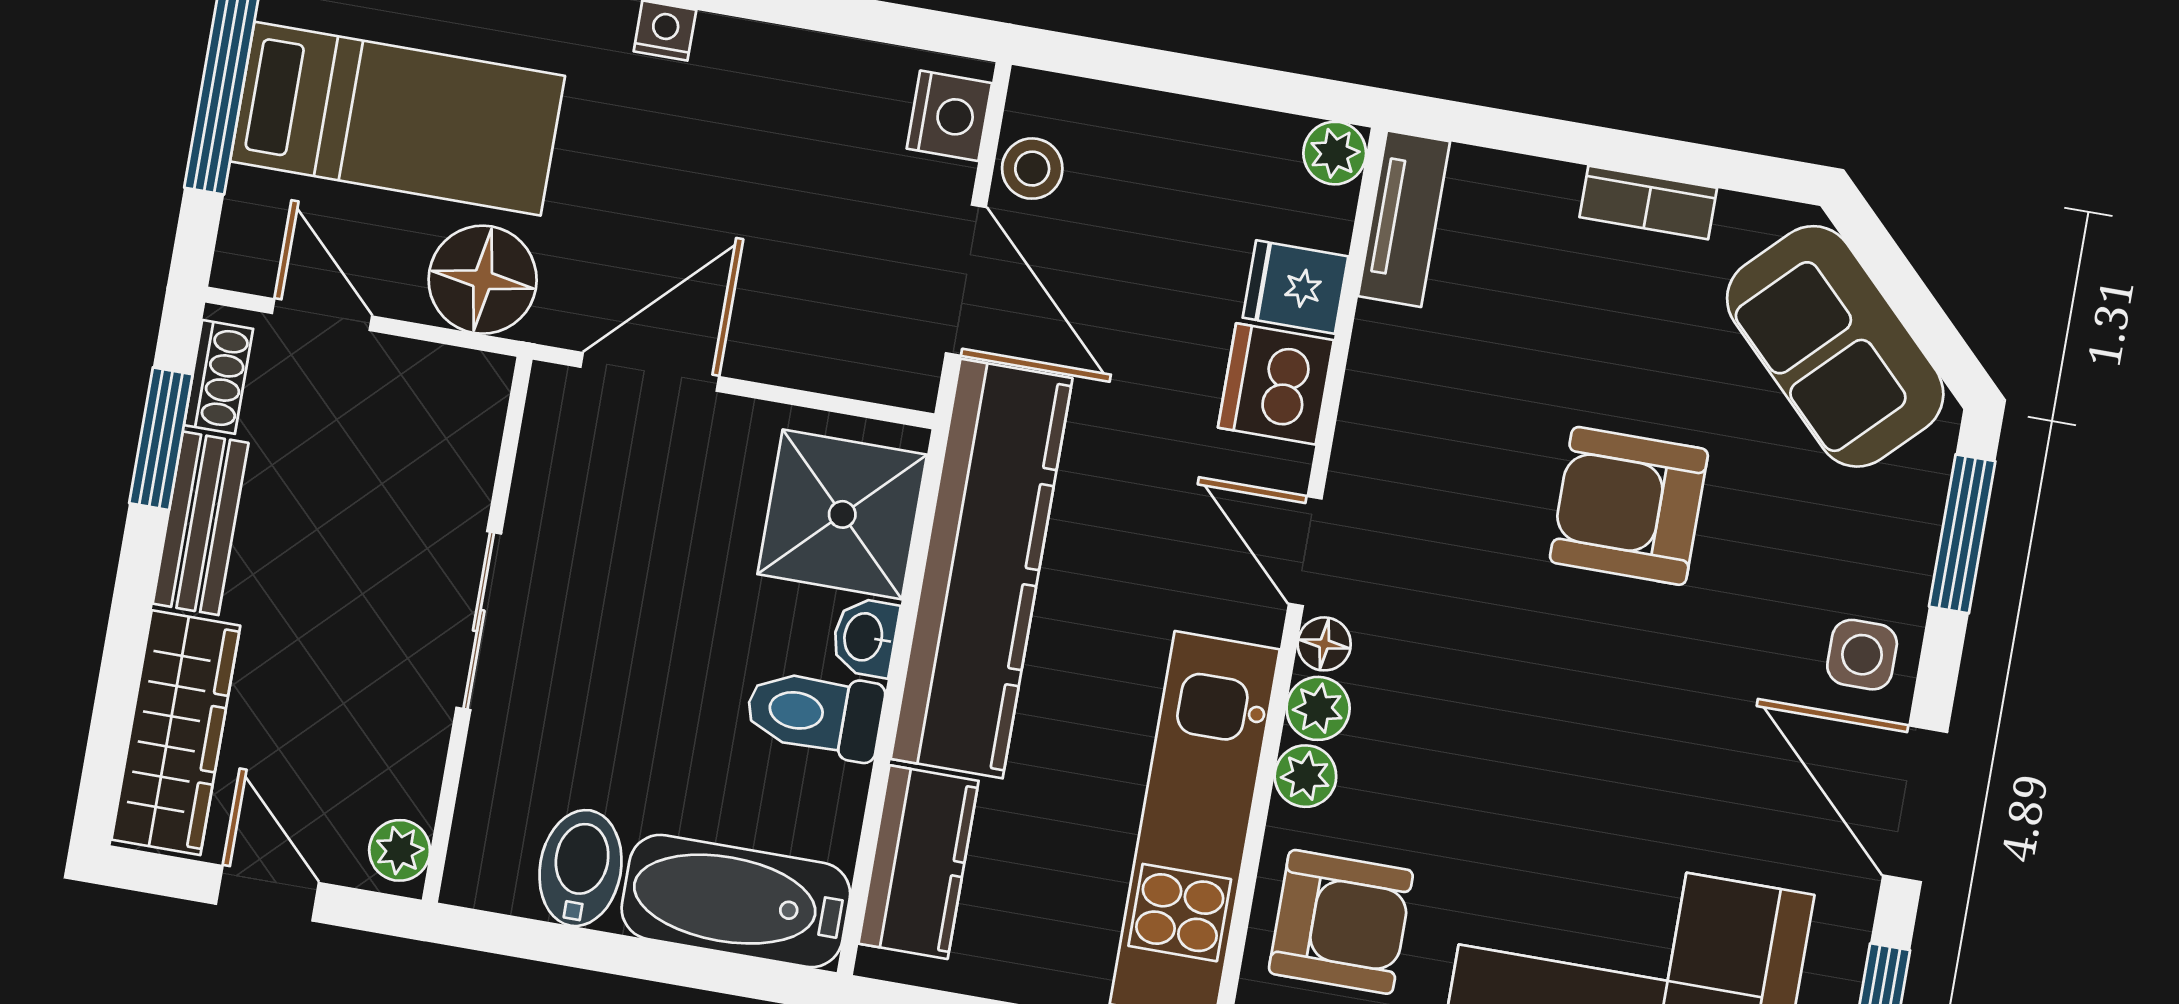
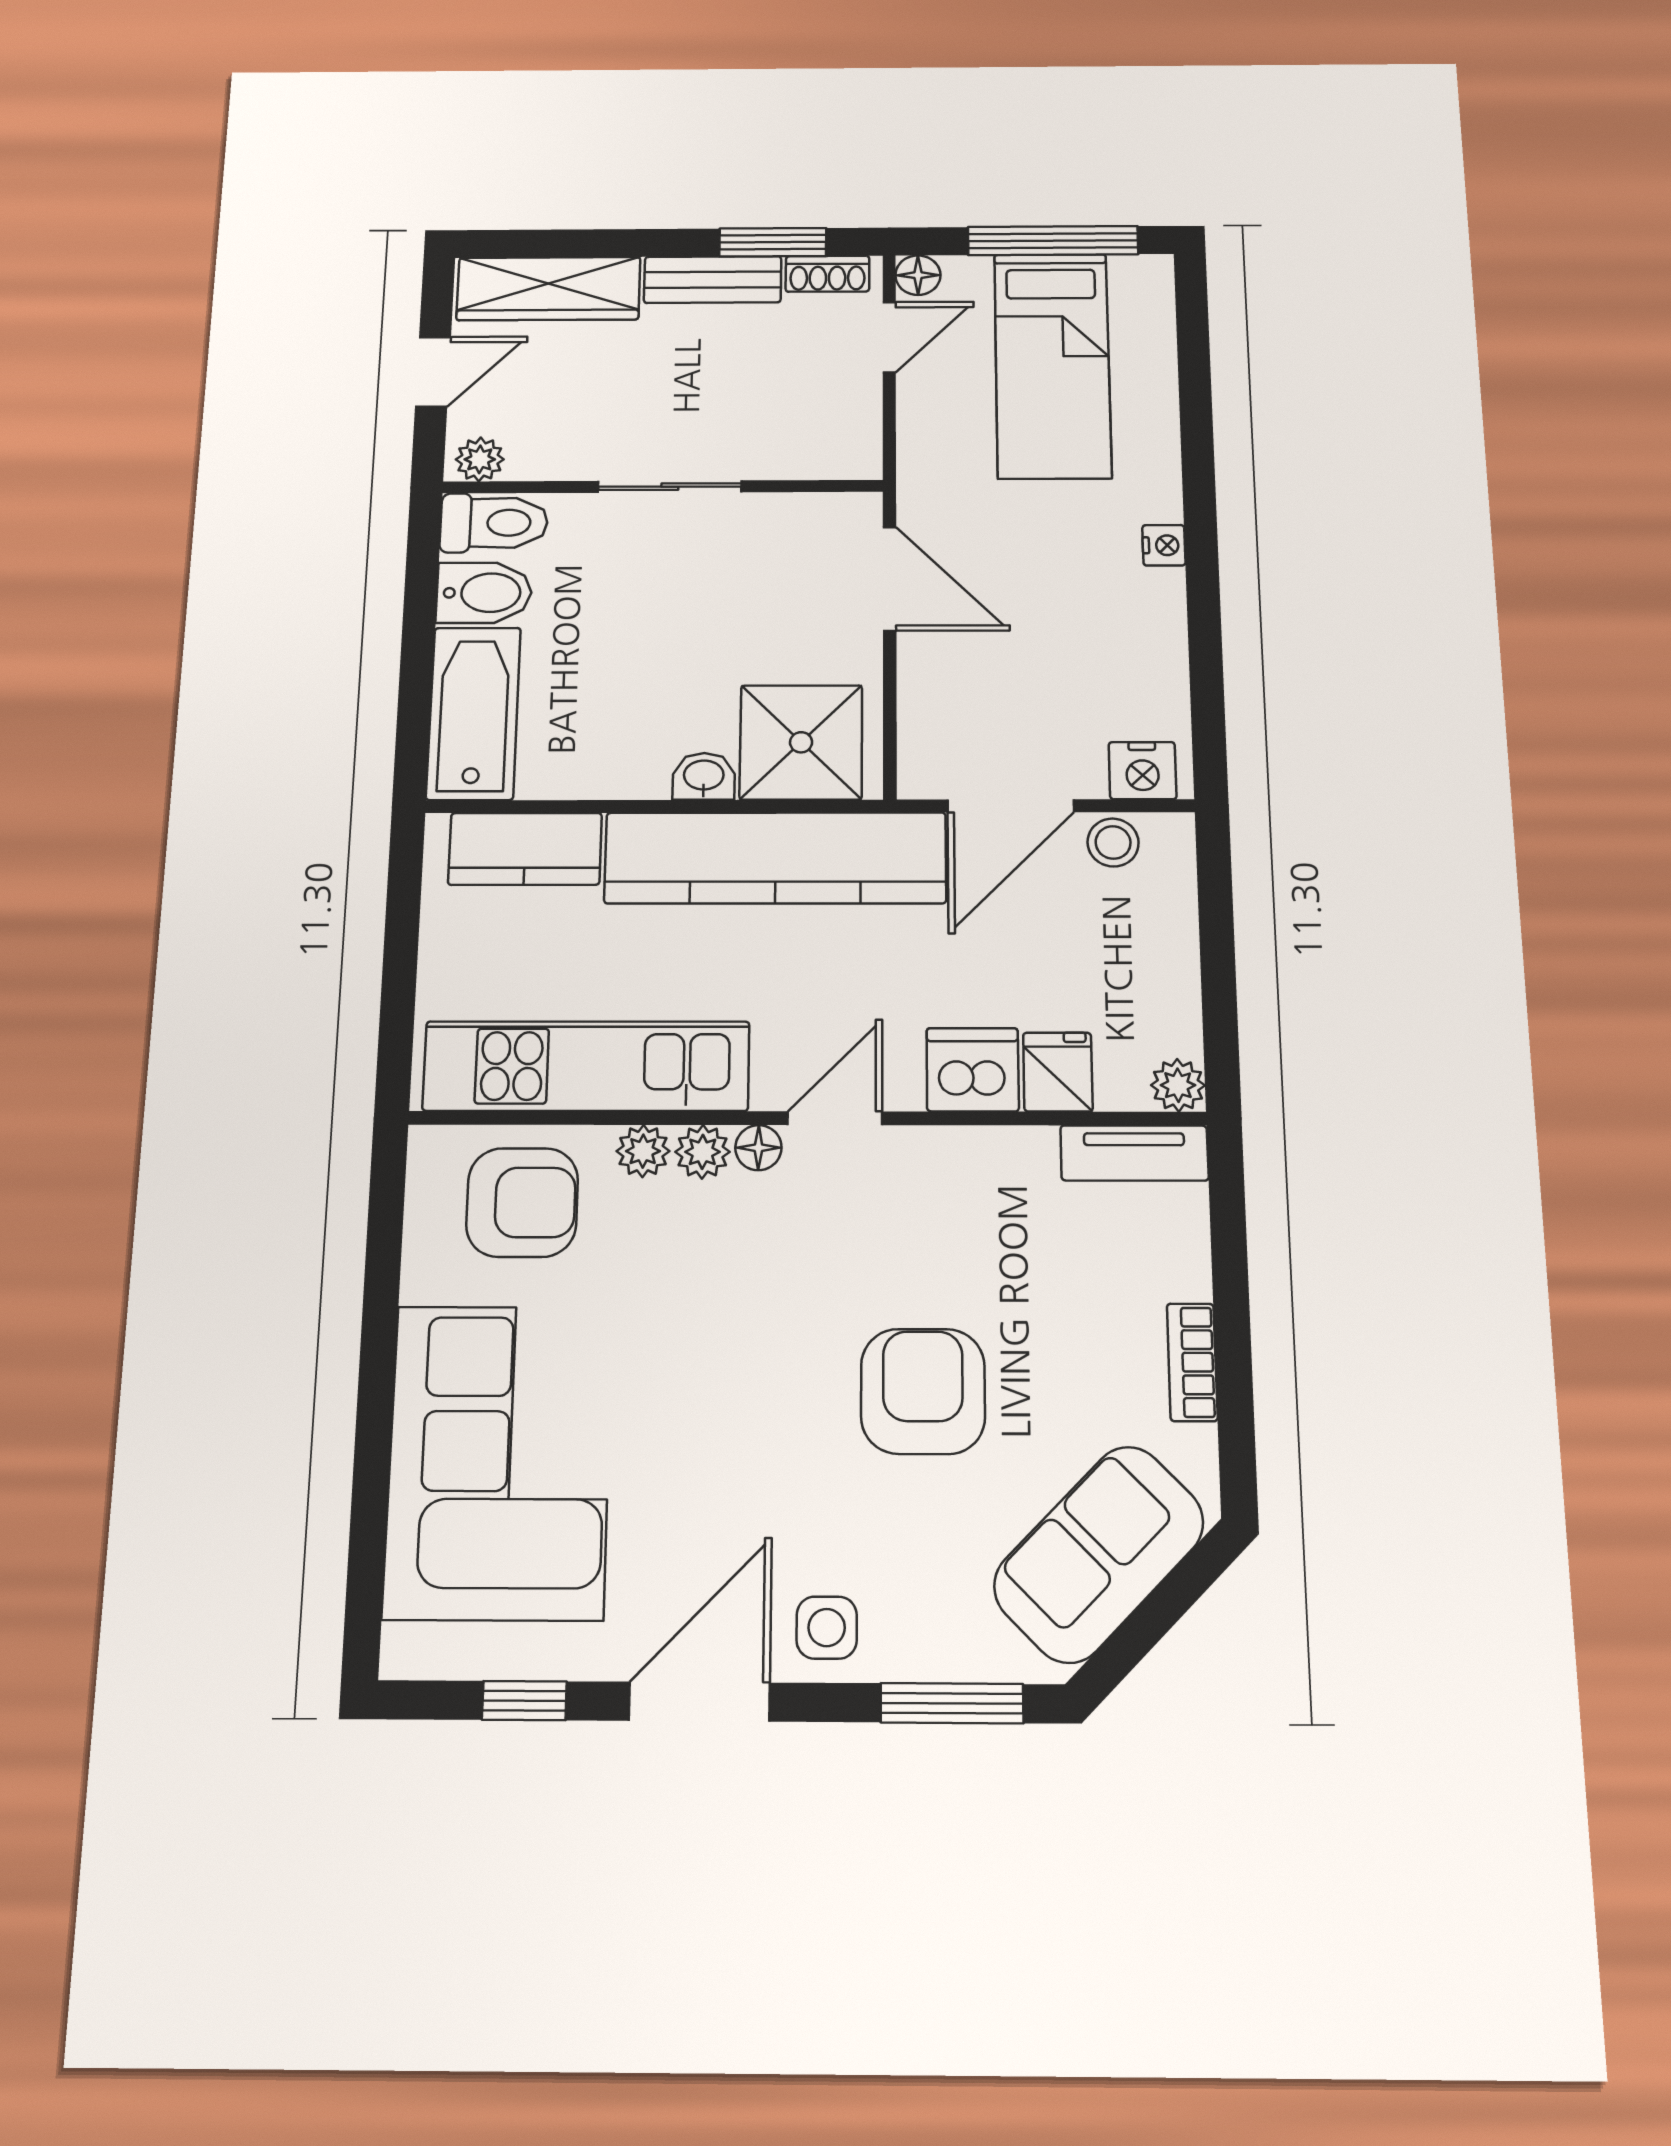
floor lamp: (483, 280) -> (918, 275), moved, width x0.53, depth x0.53
toilet: (815, 714) -> (494, 523), moved, turned 90
armchair: (1341, 922) -> (522, 1202), turned -90

